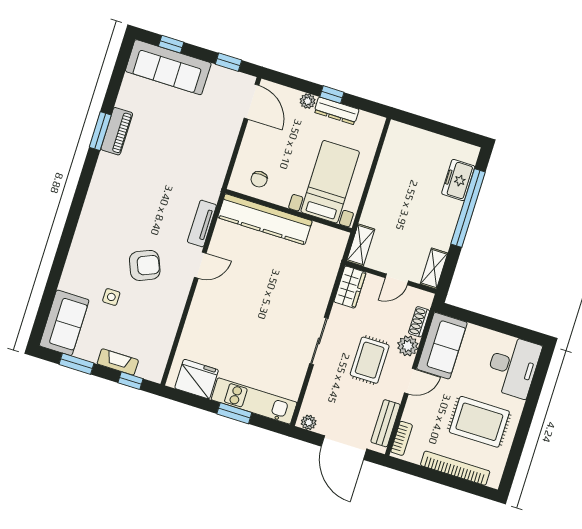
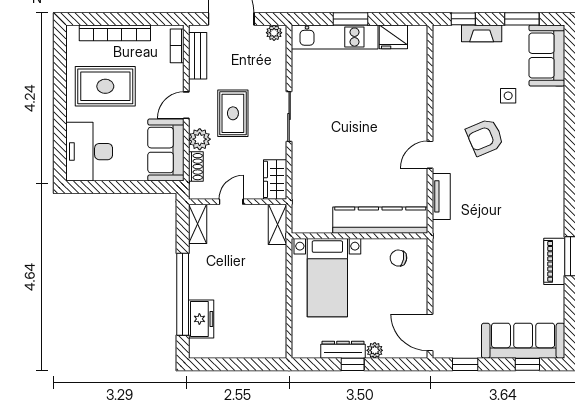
chair: (259, 179) -> (398, 258), turned -79
fridge: (197, 379) -> (393, 37), width x0.73, depth x0.75

